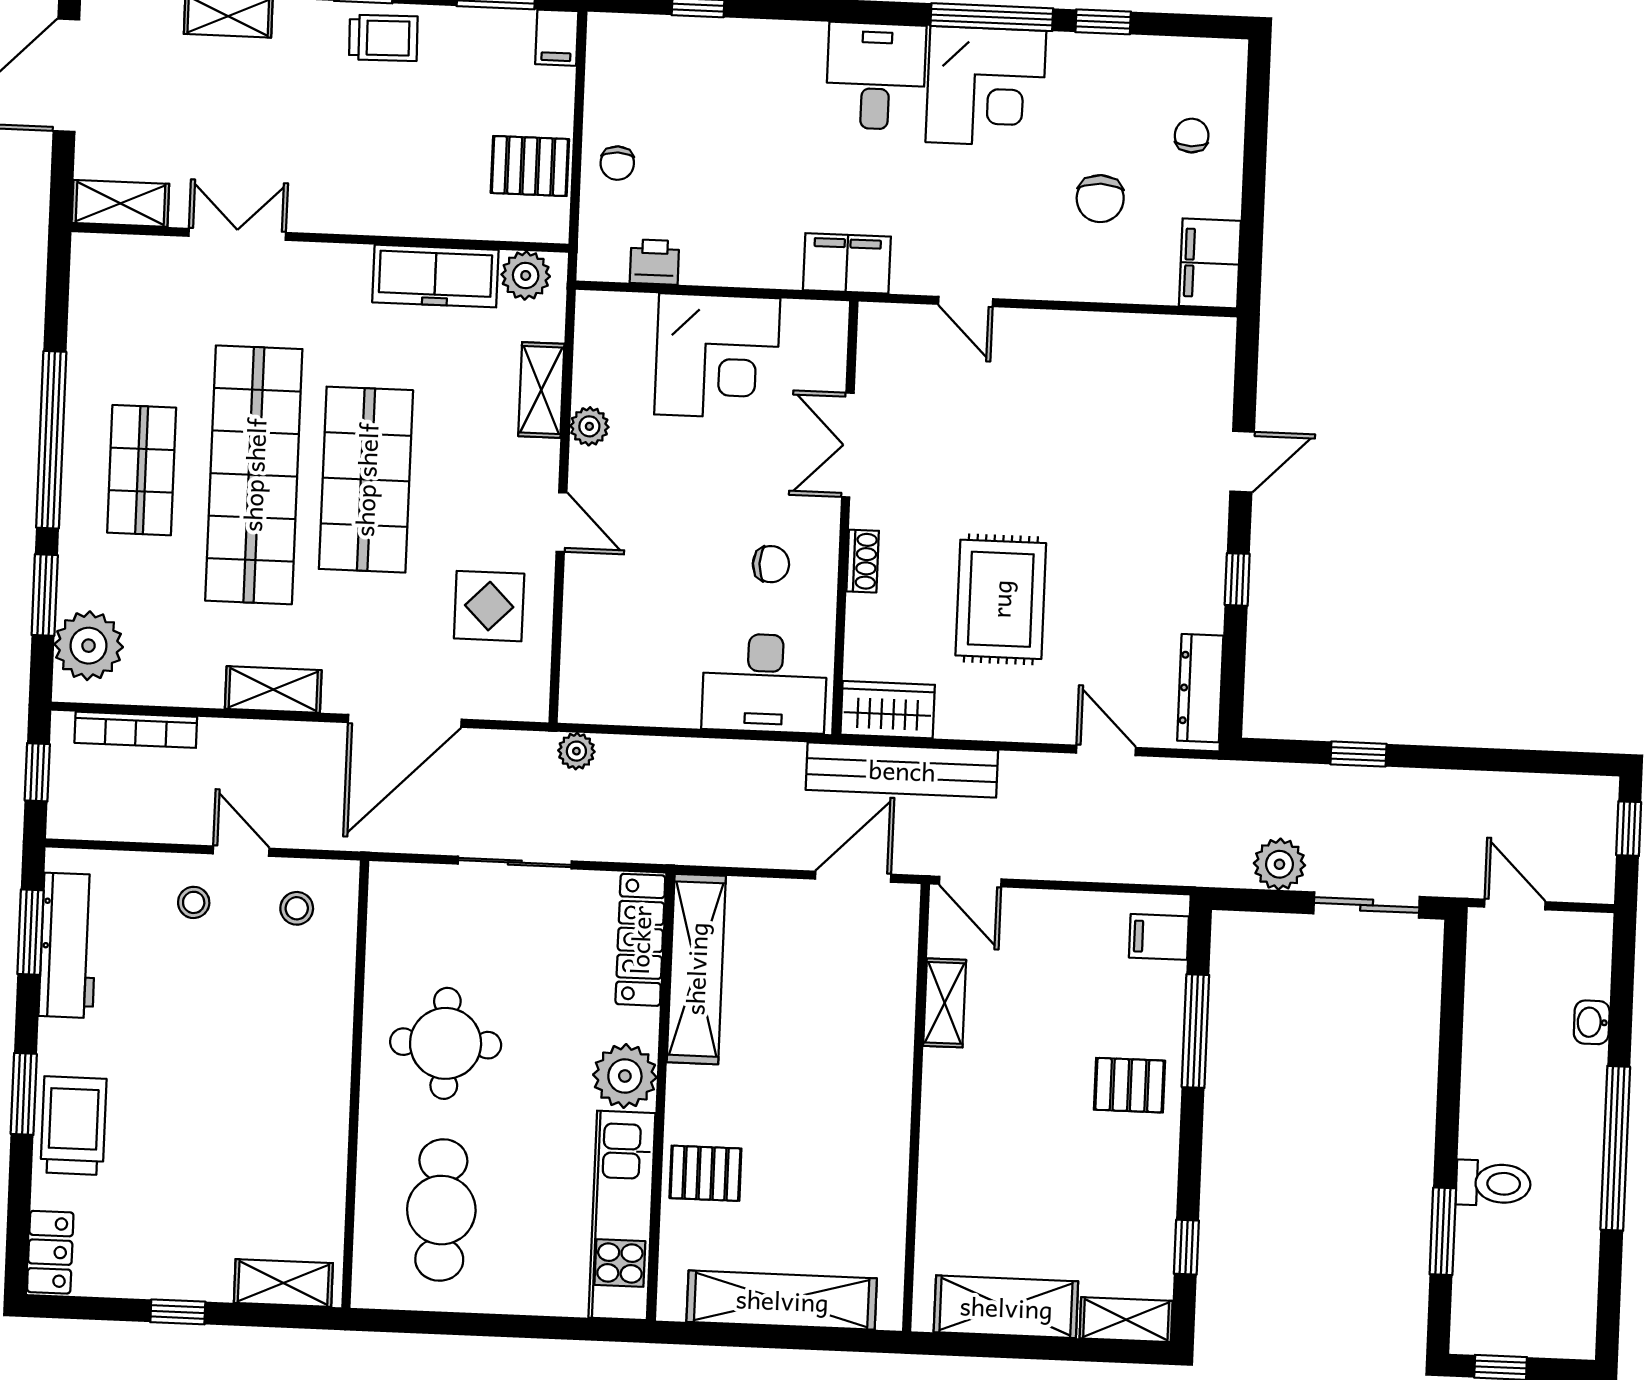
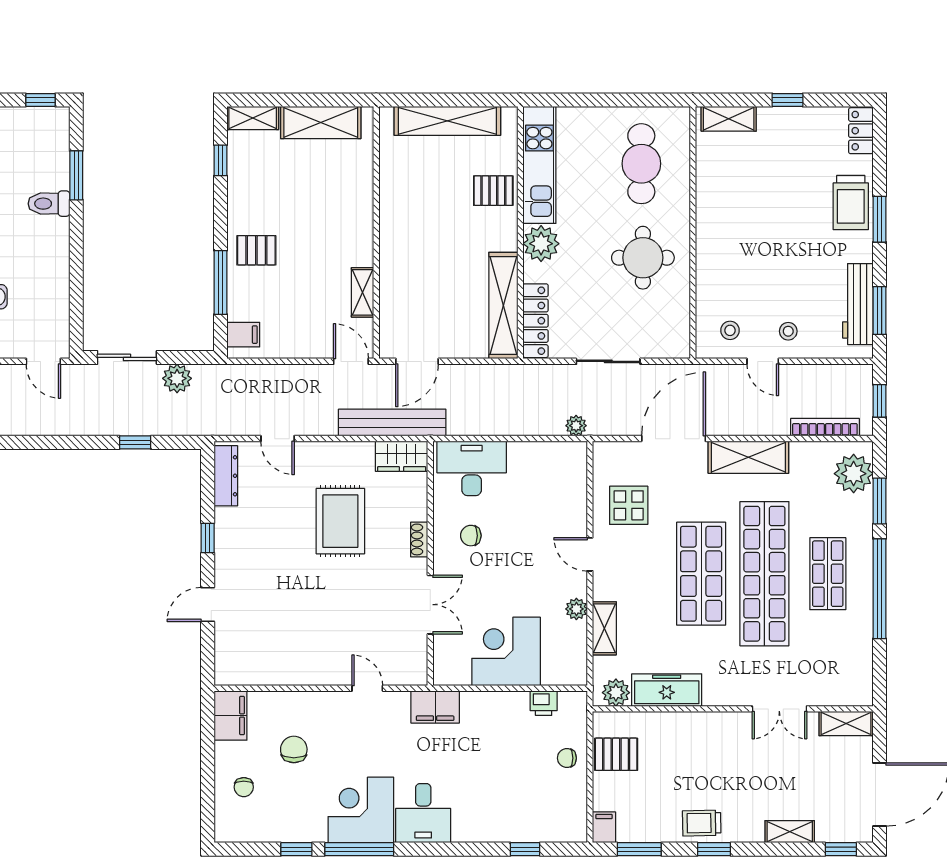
chair: (617, 163) -> (567, 758), turned -90
shelving: (273, 689) -> (748, 457), width x1.50, depth x1.33

